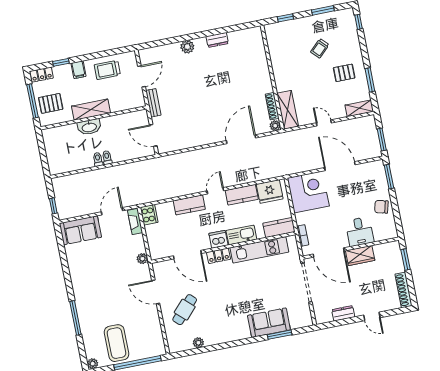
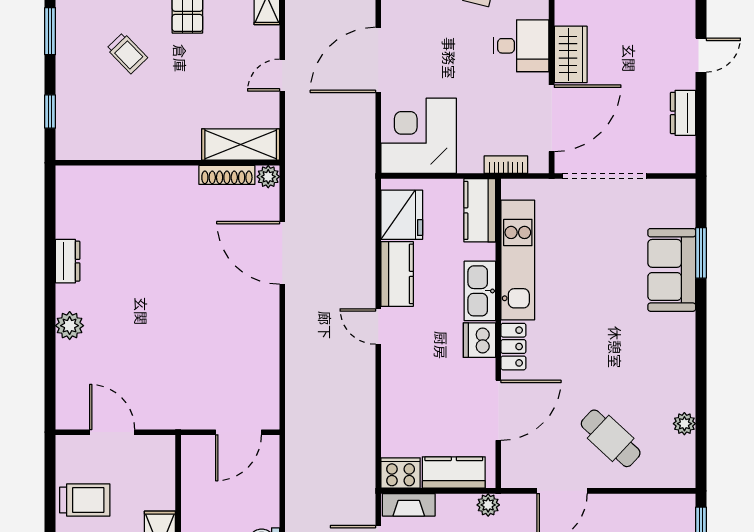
trolley: (107, 70) -> (85, 500), turned -90
bench: (153, 103) -> (171, 419), removed
kitchen counter: (189, 205) -> (454, 473), moved, turned -90

